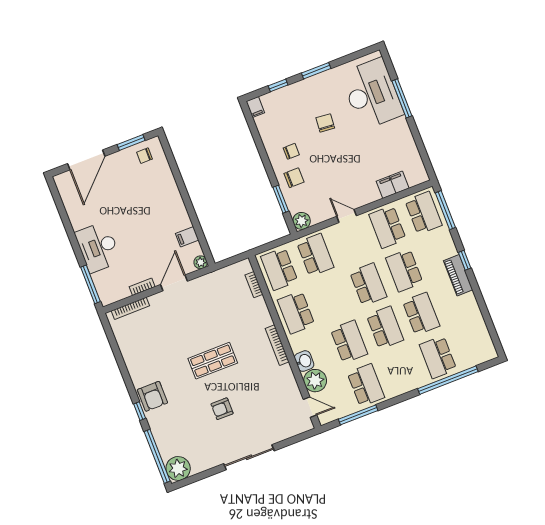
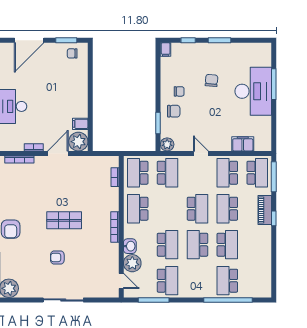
desk: (372, 94) -> (253, 91), moved
plant: (201, 262) -> (78, 142), width x1.88, depth x1.88
piano: (458, 275) -> (265, 210), moved
school desk: (385, 328) -> (197, 245), turned 180

